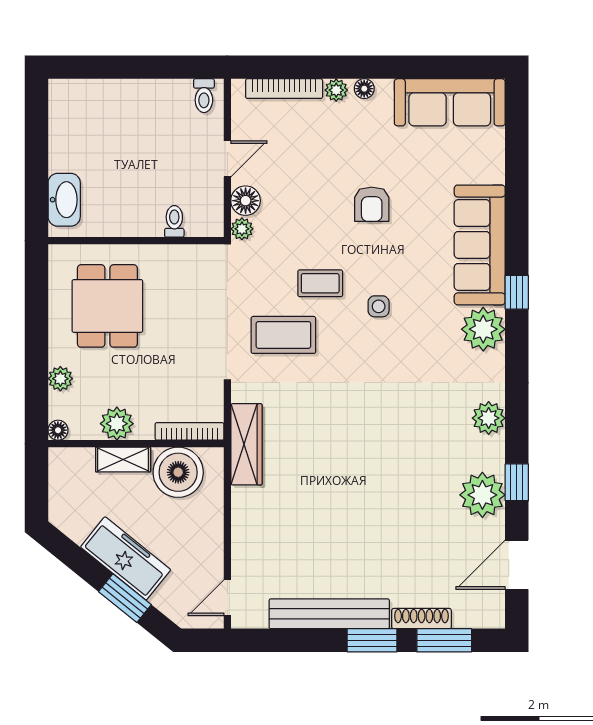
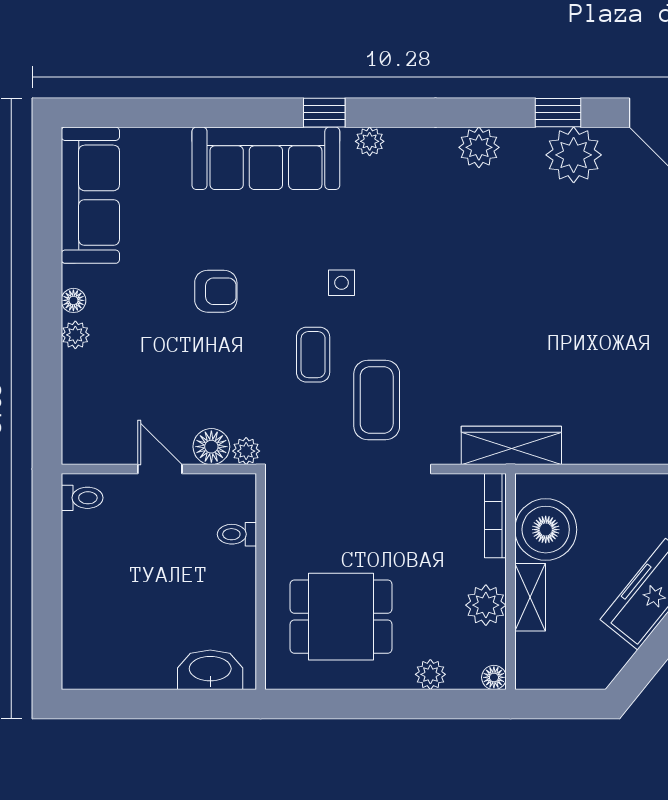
bookcase: (284, 89) -> (73, 399), removed
plant: (483, 329) -> (370, 141), width x0.53, depth x0.53

